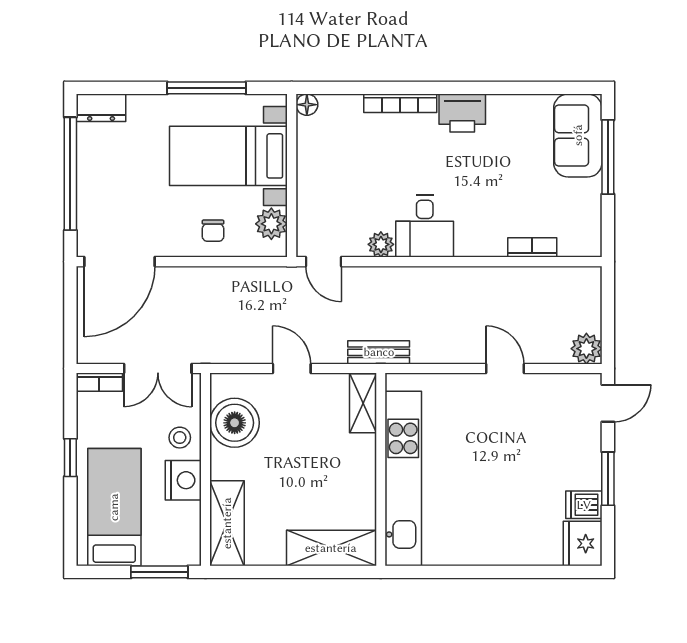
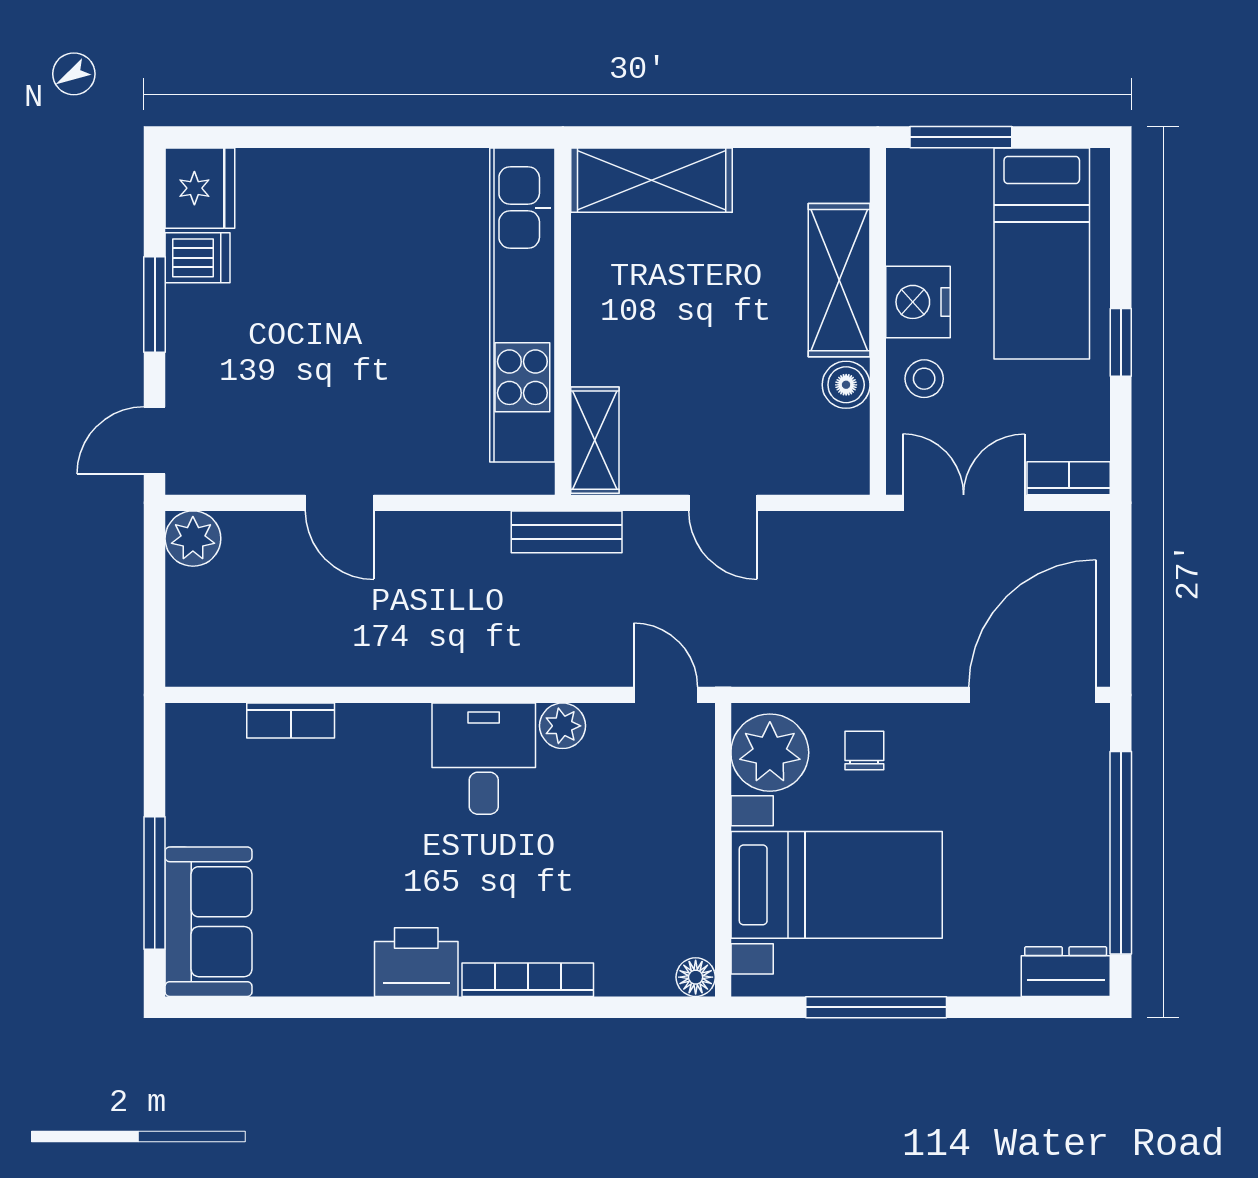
plant: (271, 224) -> (770, 753), width x1.36, depth x1.36
boiler: (235, 423) -> (846, 385), width x0.54, depth x0.54
shelving: (227, 523) -> (839, 280), moved

